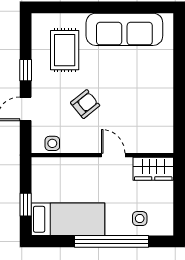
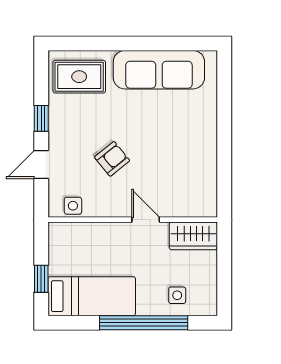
rug: (65, 50) -> (79, 77), moved, turned 90

